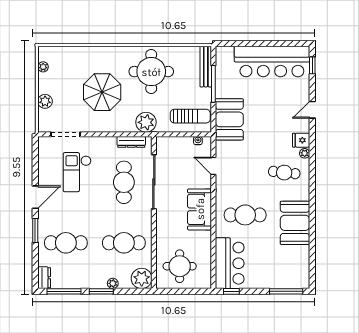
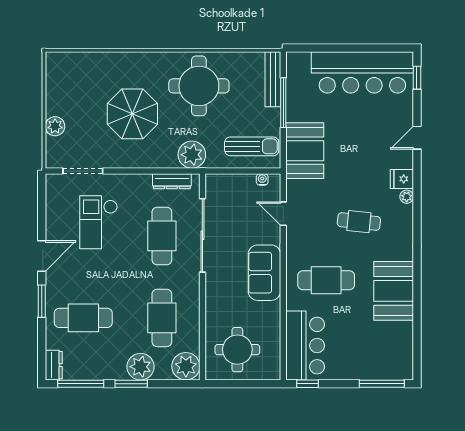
plant: (43, 67) -> (52, 80), removed
cafe table: (284, 173) -> (359, 222), moved
cafe table: (124, 243) -> (162, 318), turned 90
plant: (113, 283) -> (141, 367), width x1.88, depth x1.88

